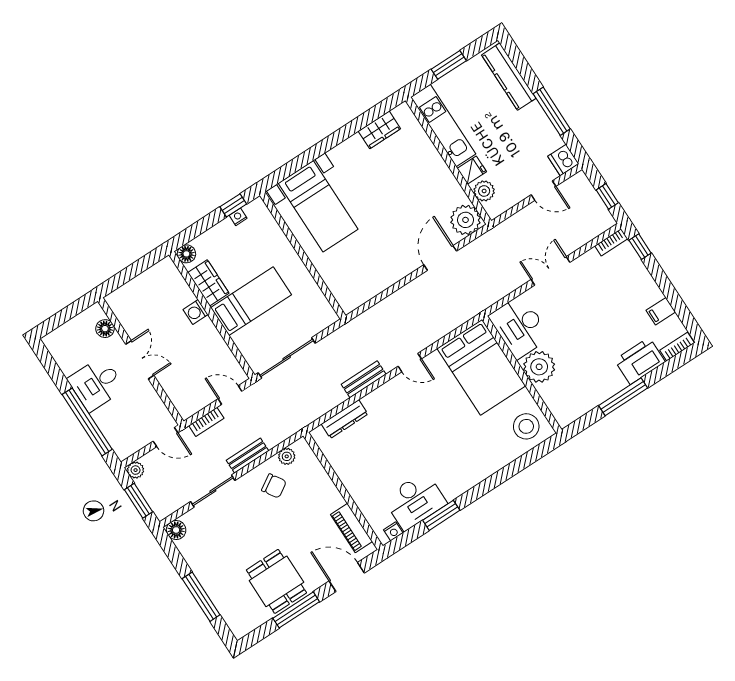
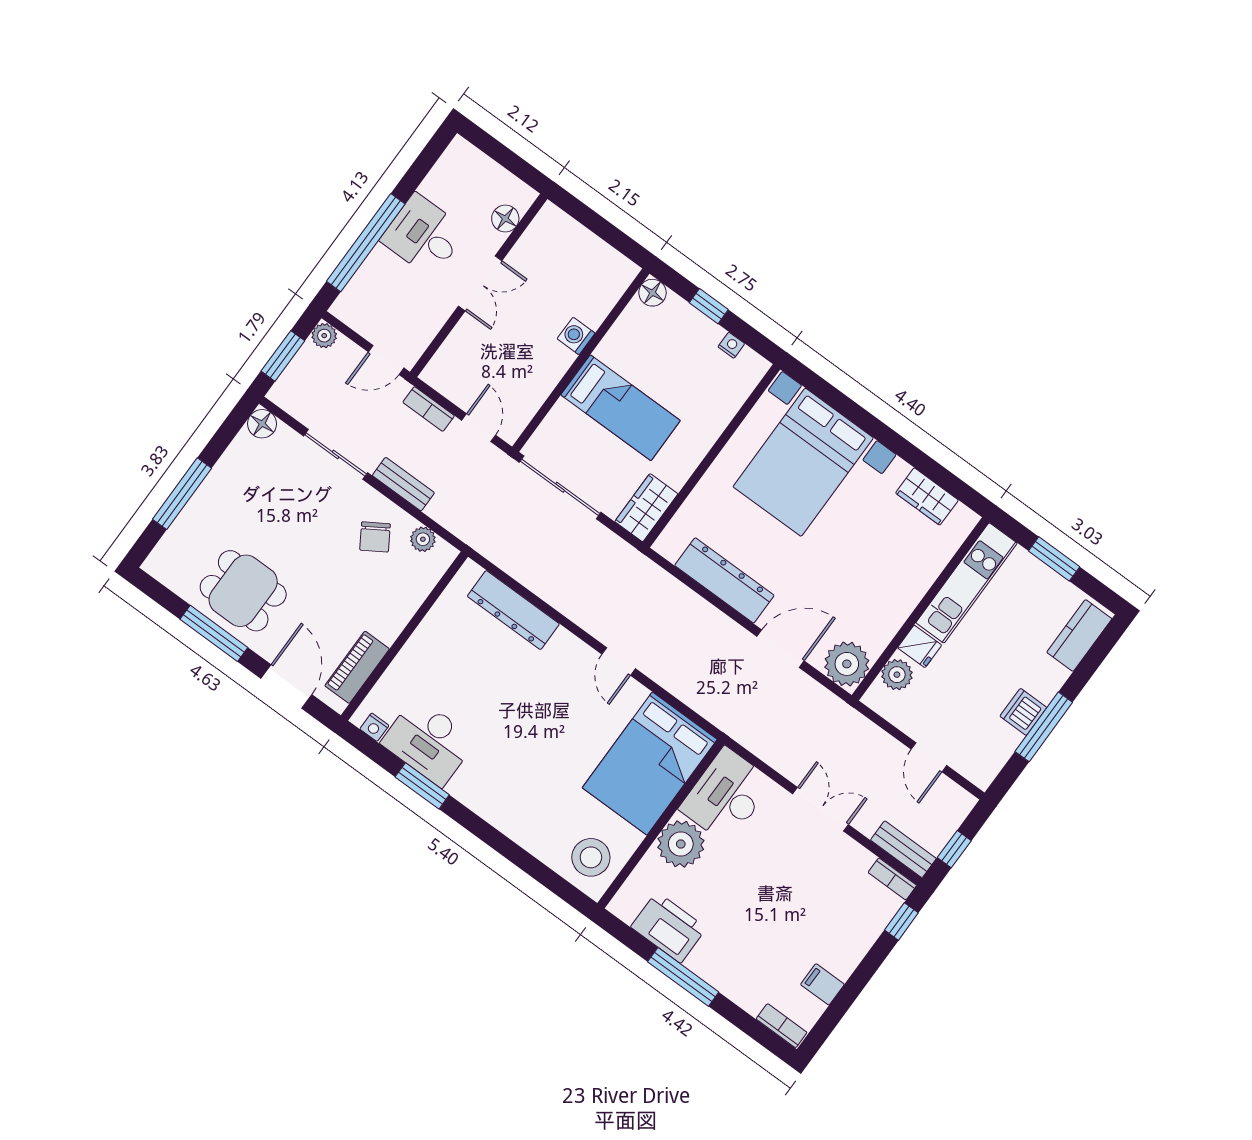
kitchen counter: (509, 77) -> (1079, 635), width x0.67
dishwasher: (563, 160) -> (1023, 712), moved
window: (233, 205) -> (709, 306), moved
bed with nightstands: (318, 206) -> (803, 462), width x1.36
dresser: (384, 277) -> (724, 580), added
wardrobe: (208, 283) -> (646, 508), moved, turned 180
printer: (640, 361) -> (669, 927), moved
bench: (364, 379) -> (903, 849), moved
dresser: (345, 419) -> (513, 610), width x1.37, depth x1.24
door: (165, 437) -> (386, 360), hinge flipped
dining table: (276, 581) -> (243, 591), turned 90

